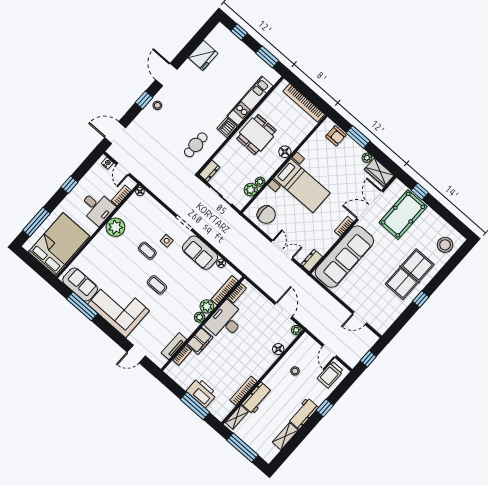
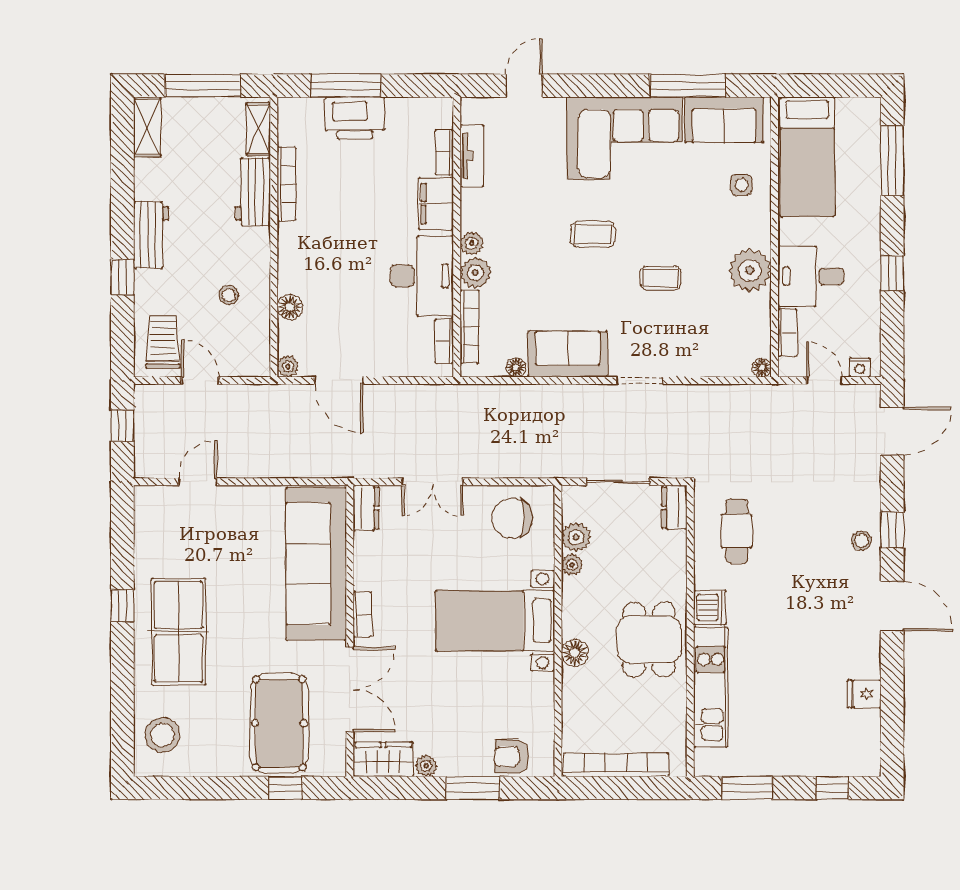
fridge: (203, 55) -> (864, 694), width x0.53, depth x0.75
side table: (167, 241) -> (741, 185), moved
bed: (59, 244) -> (807, 157), width x0.67
shelving: (285, 436) -> (147, 127), moved

